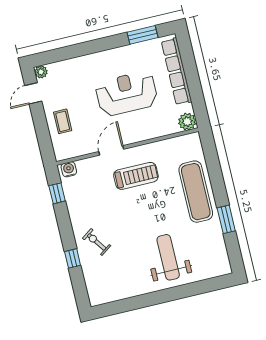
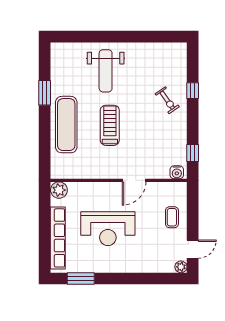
treadmill: (136, 176) -> (110, 125), moved, turned 90

